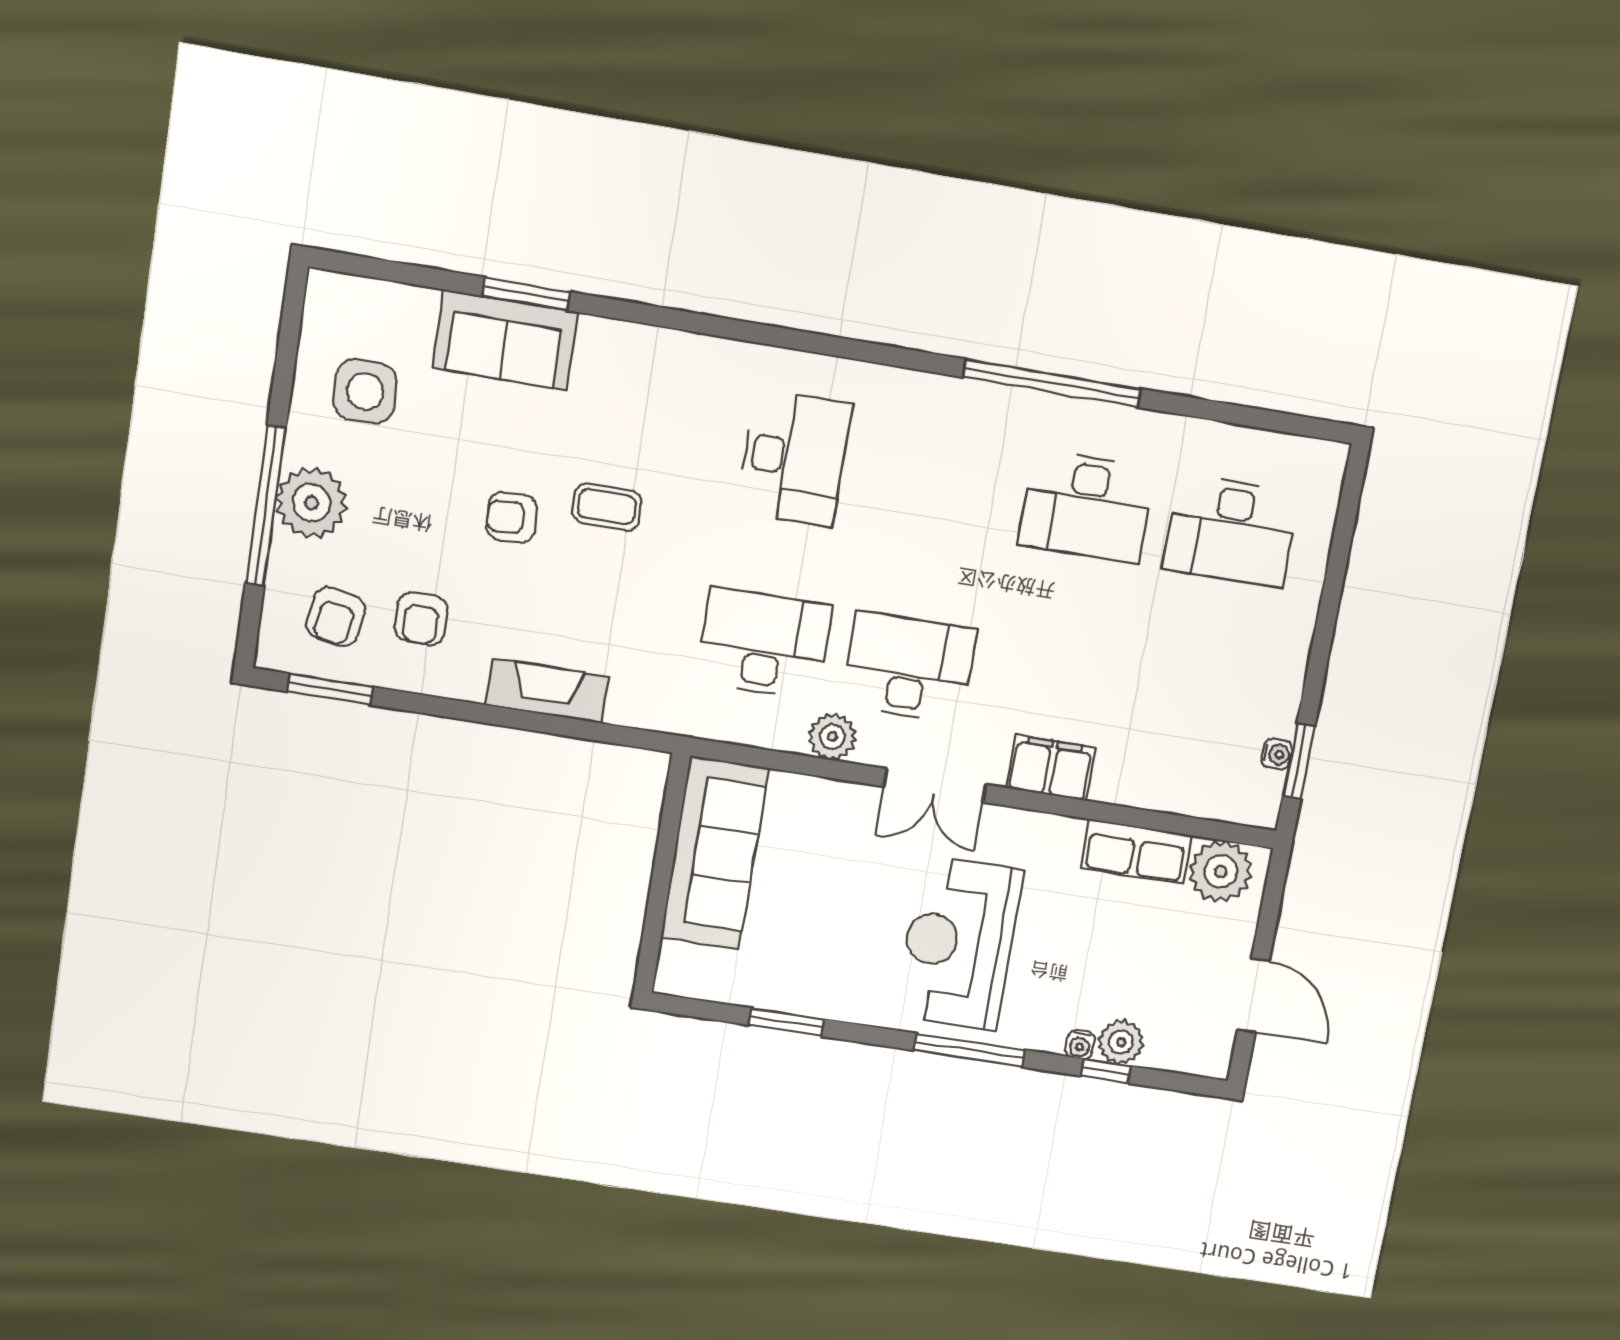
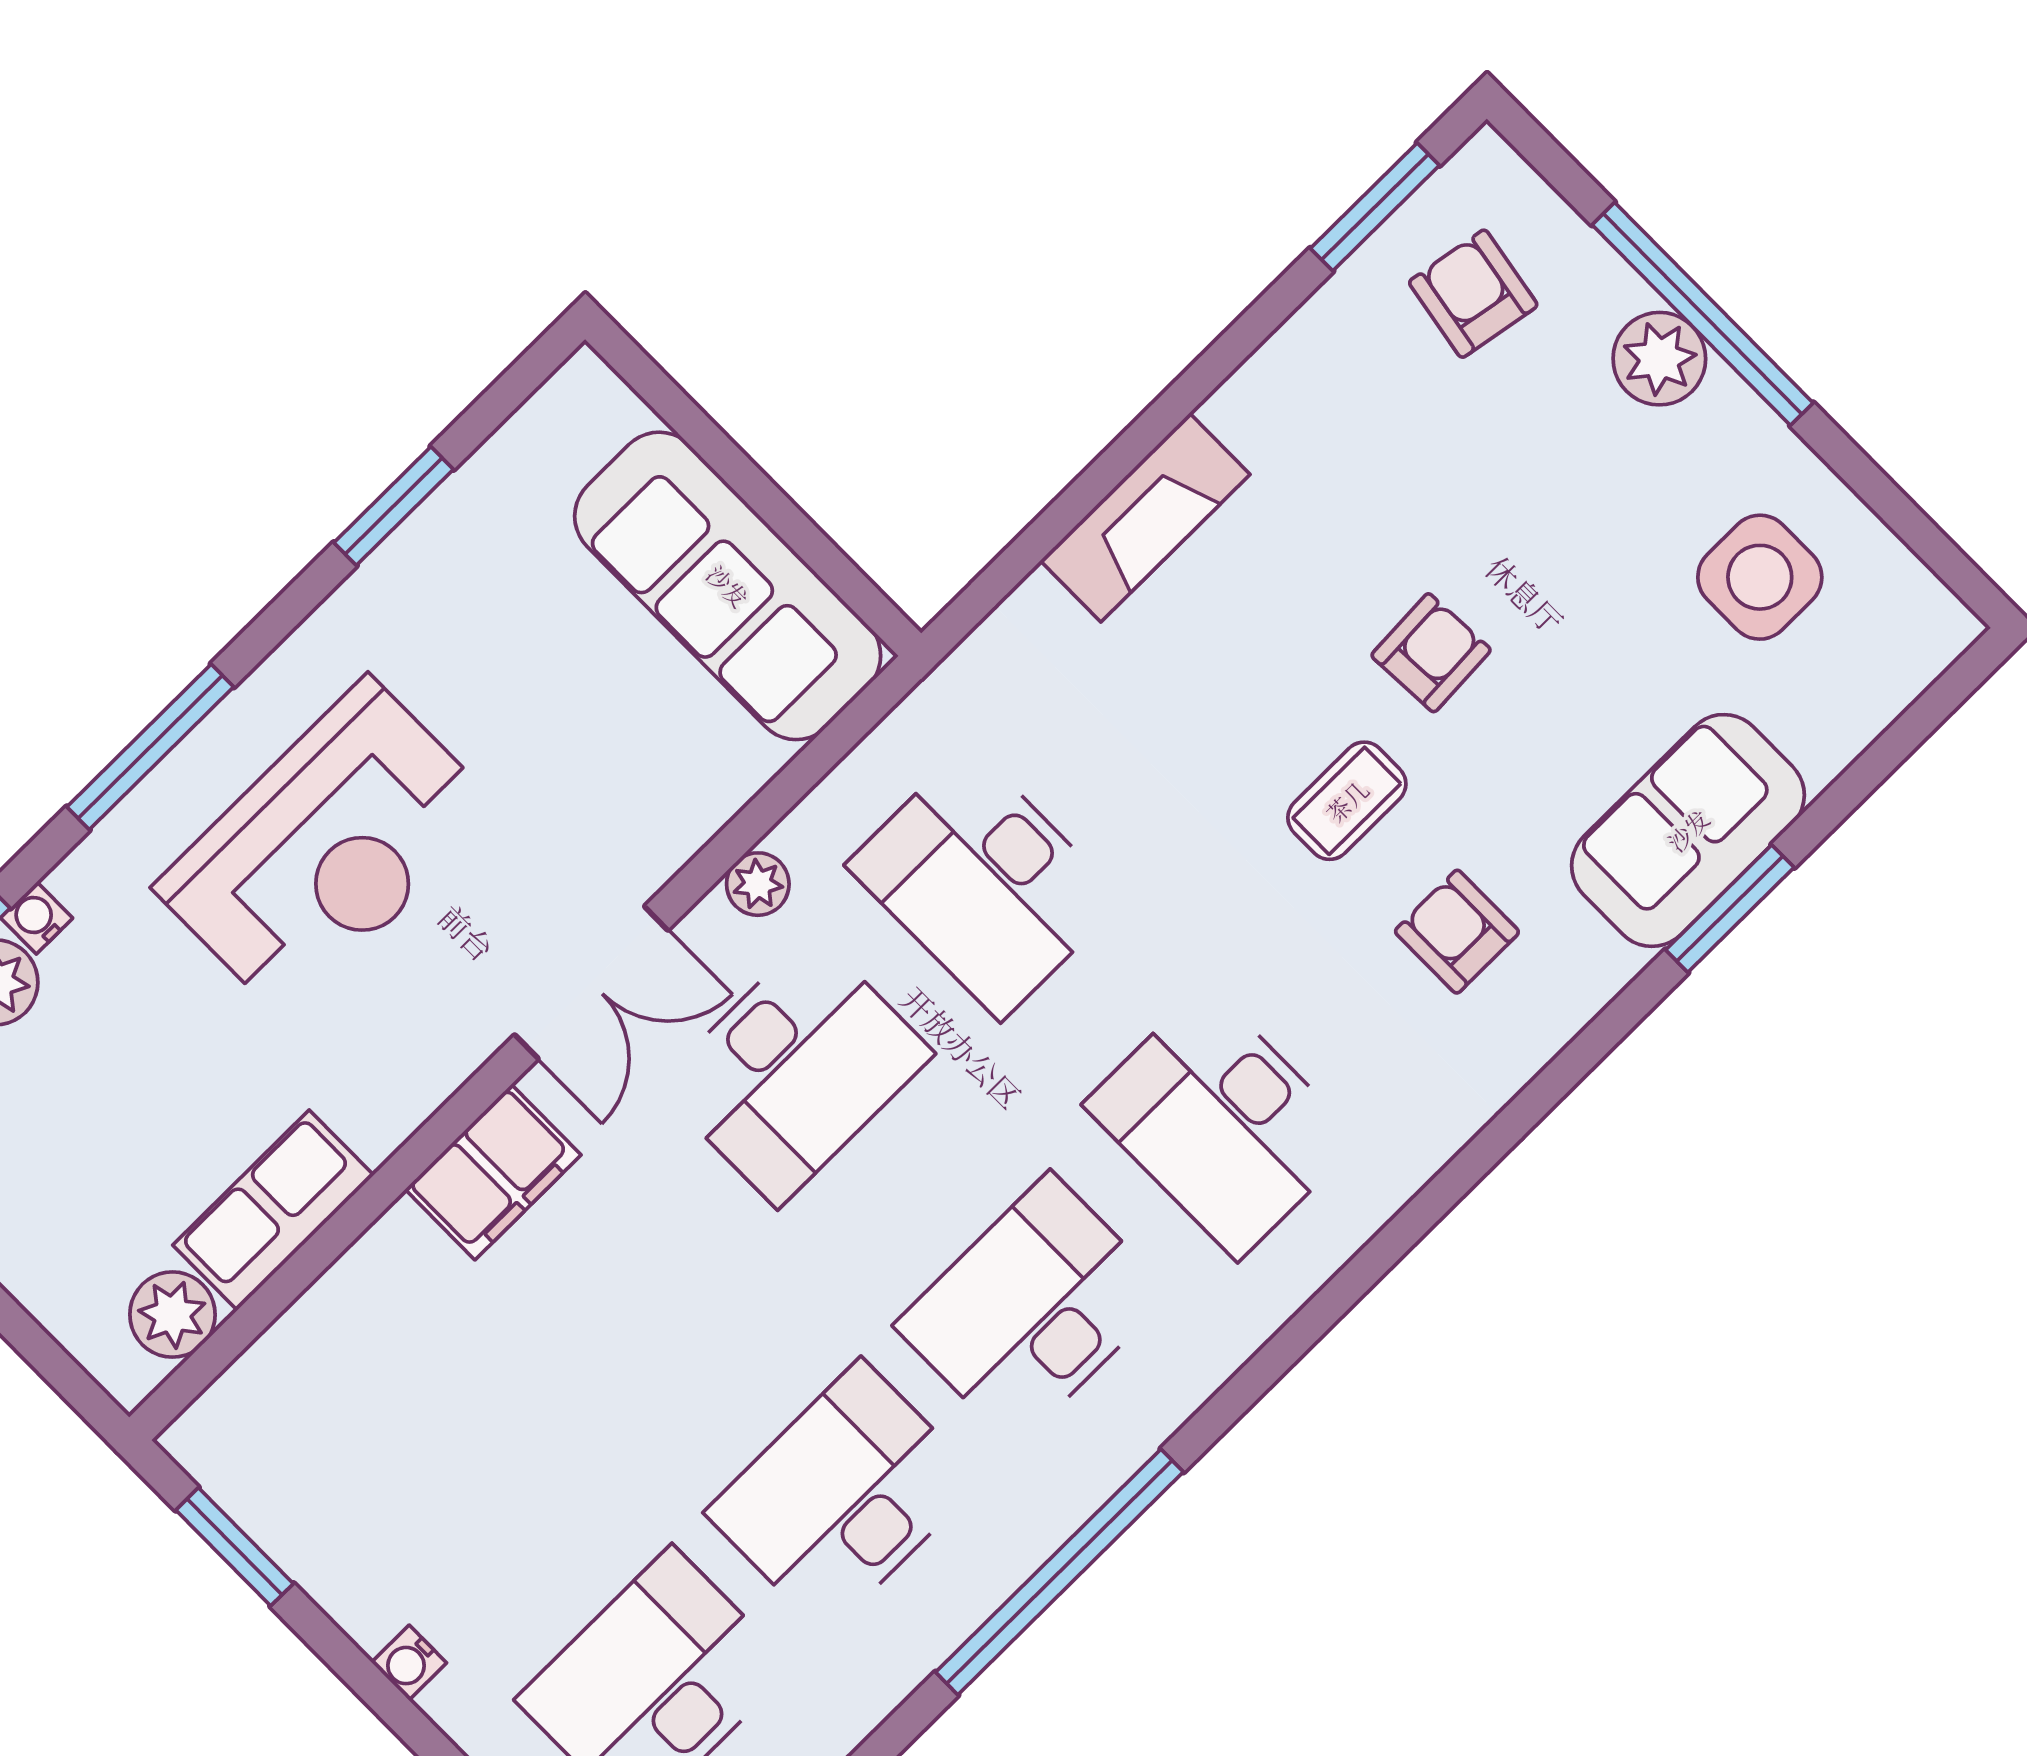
desk: (941, 482) -> (1032, 1309), added
plant: (312, 503) -> (1659, 359), width x0.73, depth x0.73
armchair: (421, 619) -> (1457, 932), moved
desk: (764, 644) -> (984, 883), turned 90
plant: (832, 737) -> (758, 884), width x0.73, depth x0.73
water cooler: (1277, 754) -> (409, 1663), moved
double door: (935, 786) -> (591, 982), swing flipped
plant: (1221, 871) -> (172, 1315), width x0.73, depth x0.73
reception desk: (959, 943) -> (327, 848), turned 90

